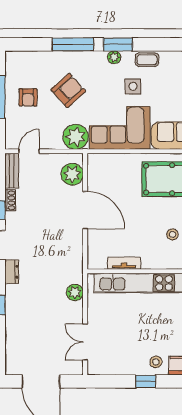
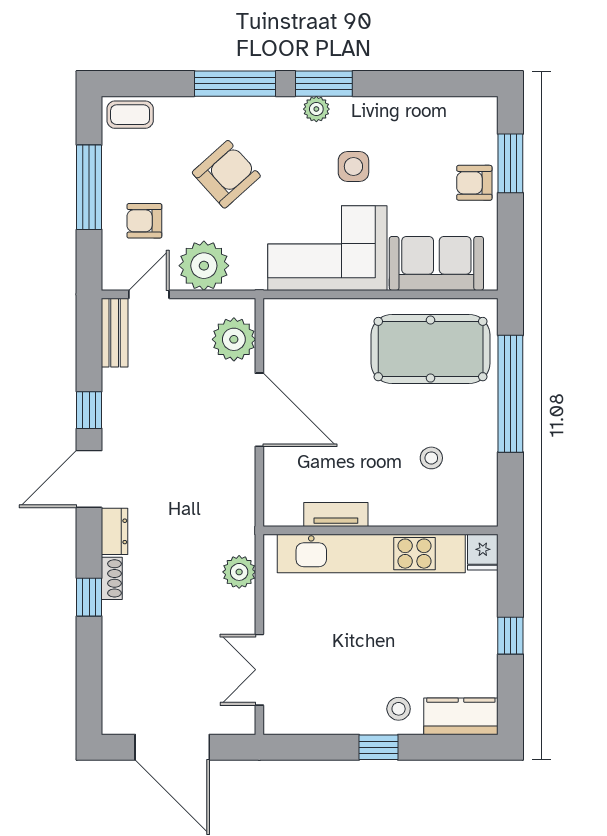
coffee table: (147, 60) -> (130, 115), moved
armchair: (28, 97) -> (144, 221), moved, turned 90
plant: (76, 137) -> (204, 266), moved
shoe rack: (10, 200) -> (112, 578), moved

